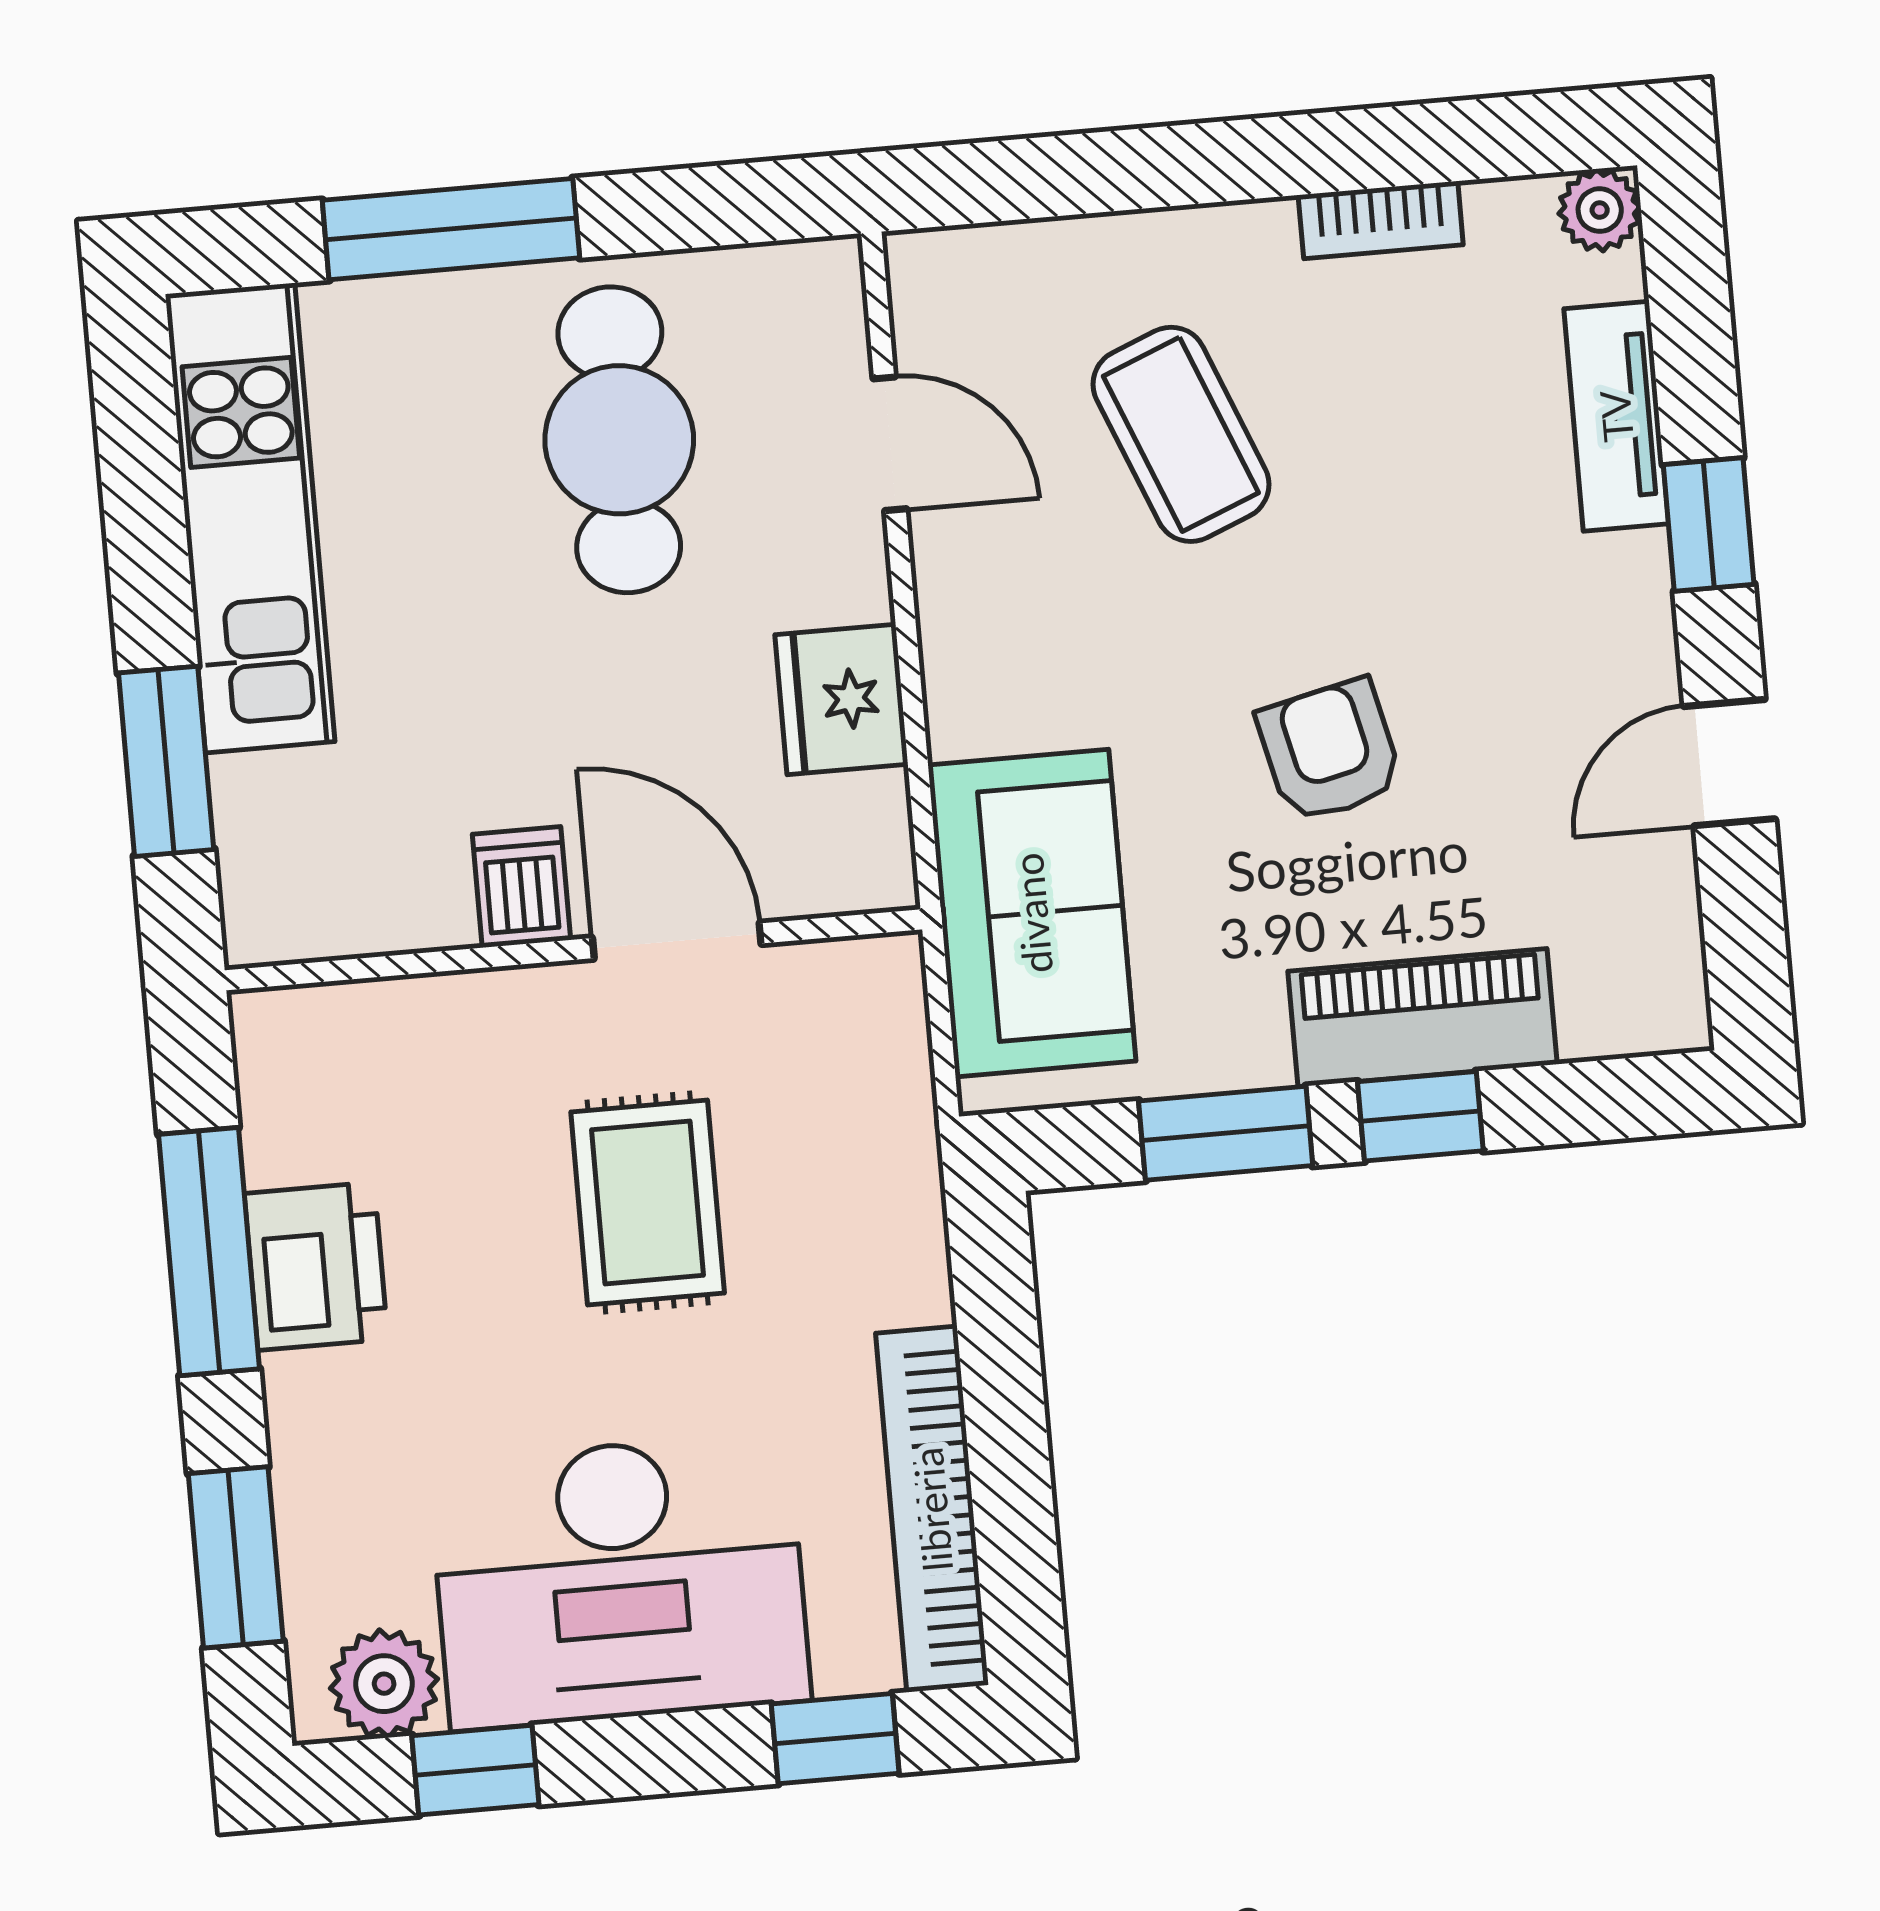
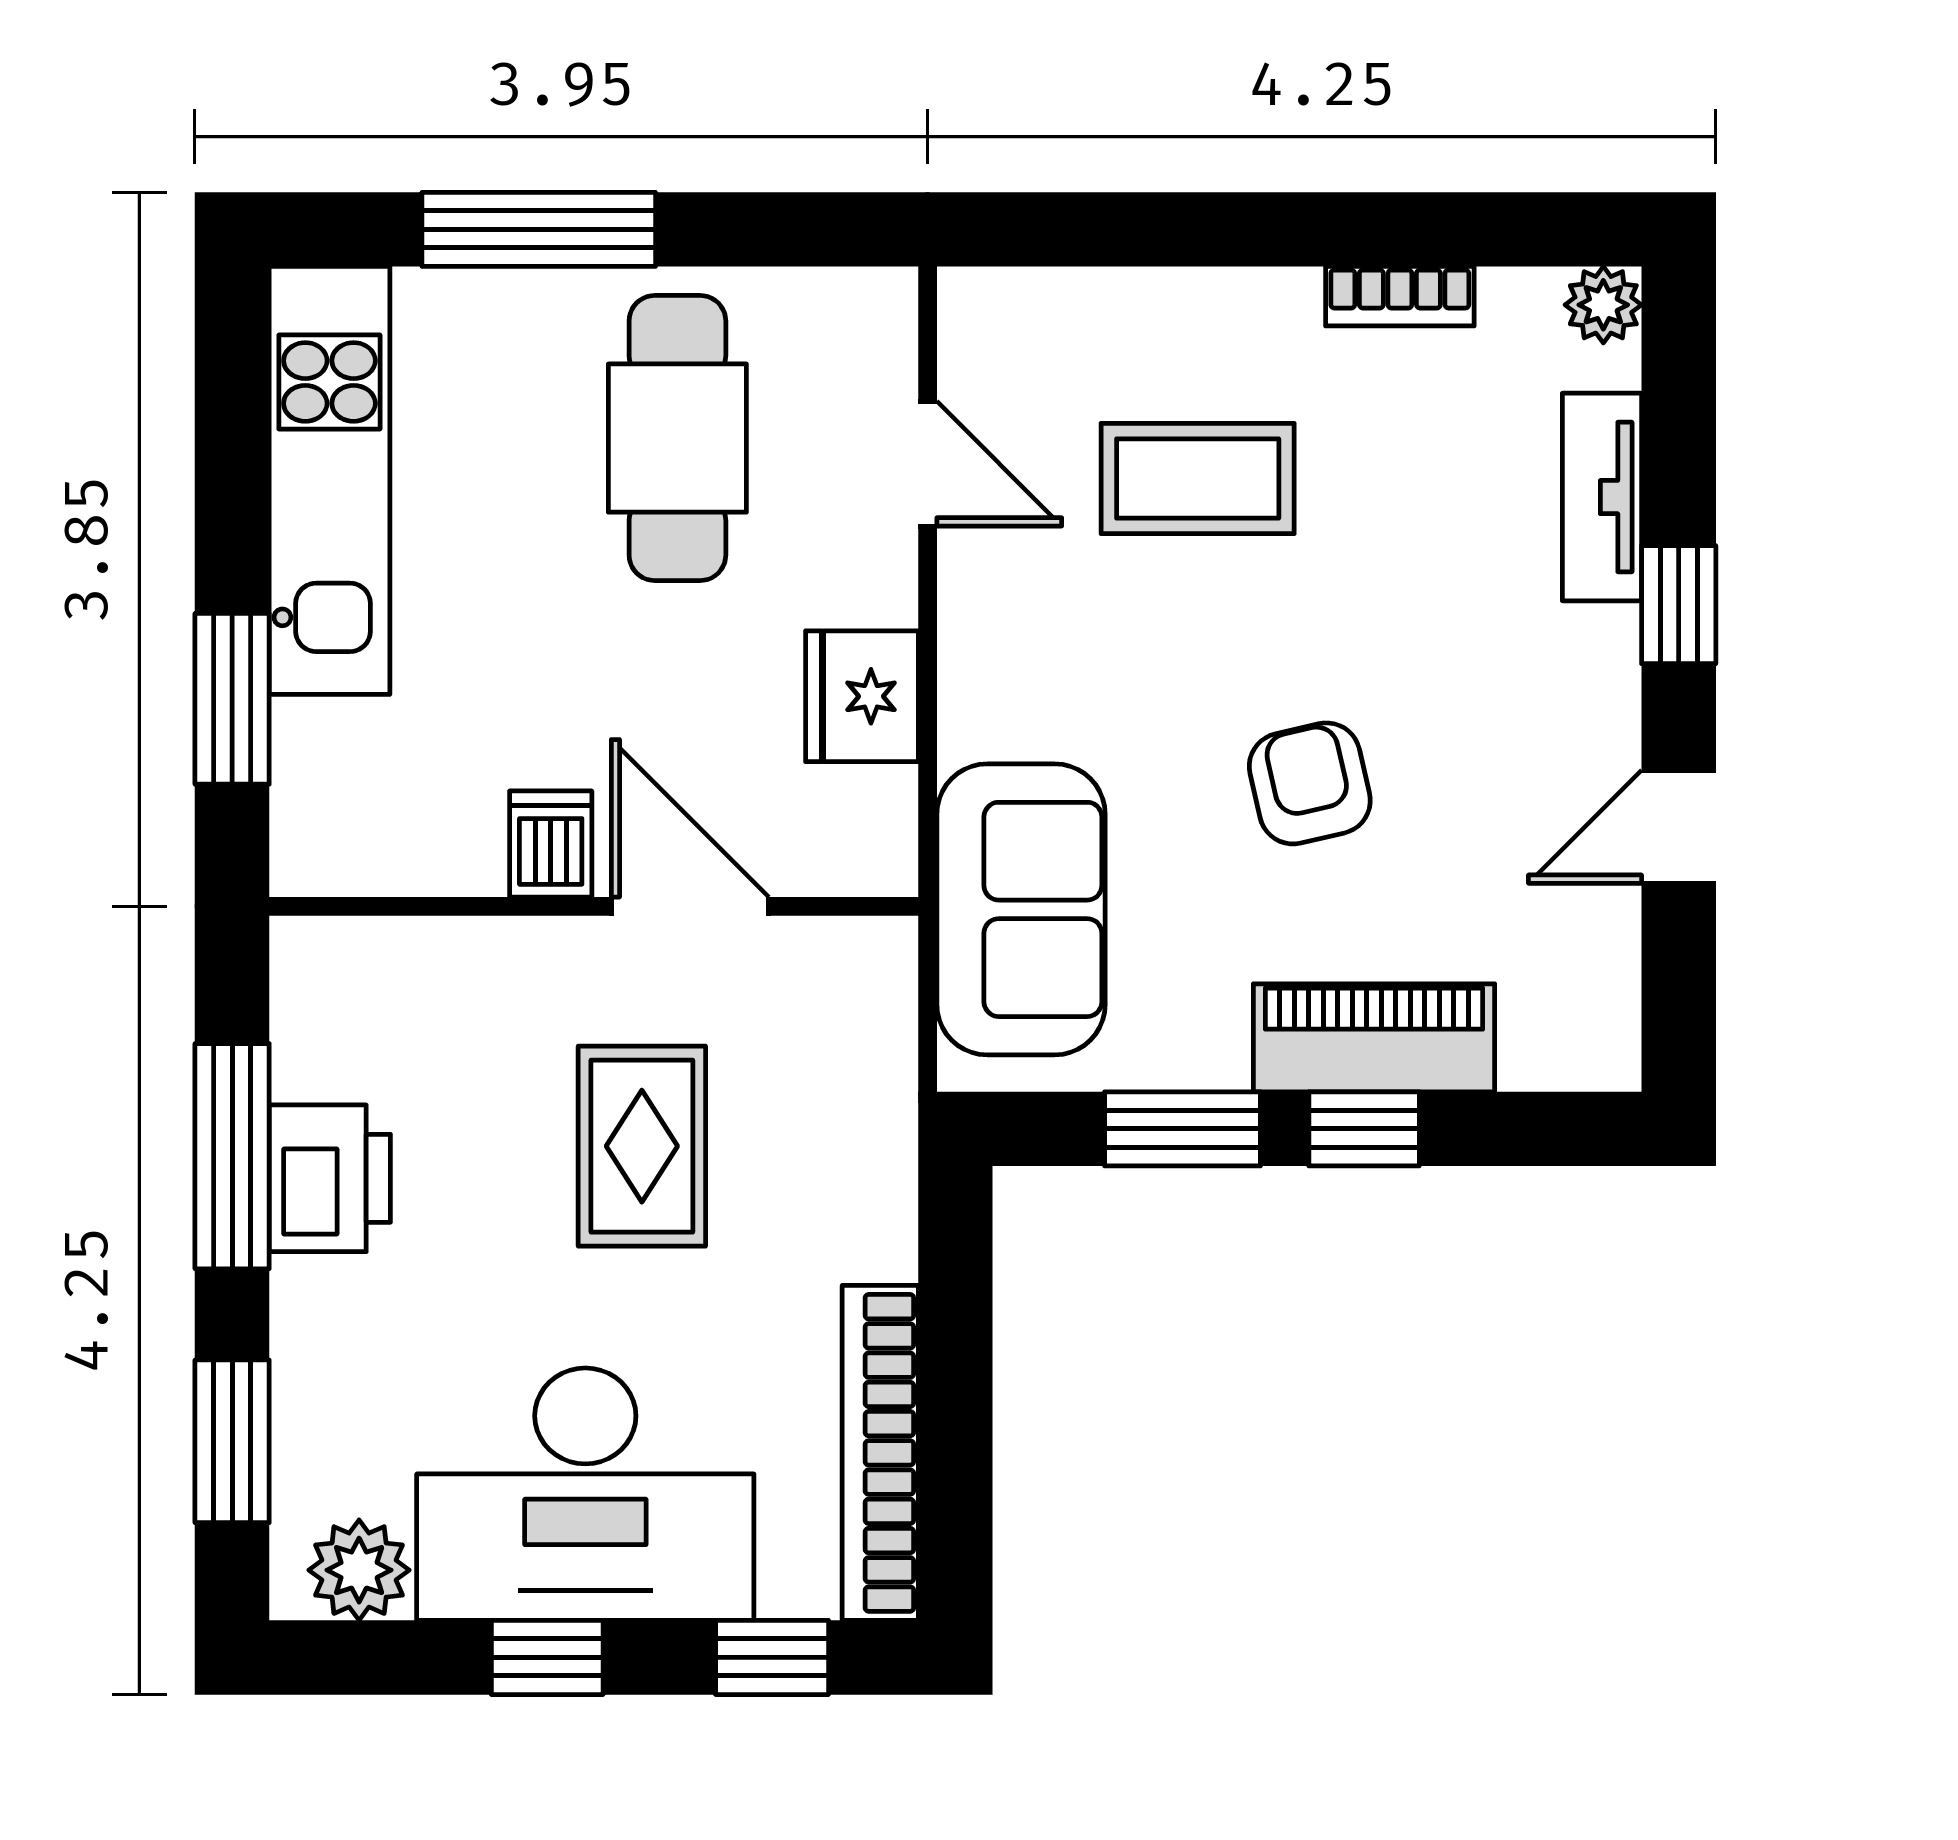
coffee table: (1181, 434) -> (1198, 478), turned -68
window: (475, 1770) -> (547, 1657), moved

